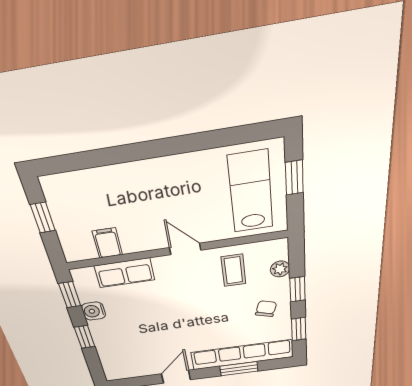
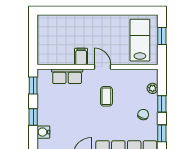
window: (43, 218) -> (33, 36), removed
filing cabinet: (107, 243) -> (81, 56), moved
coffee table: (233, 270) -> (106, 96), moved
water cooler: (94, 311) -> (43, 132), moved

